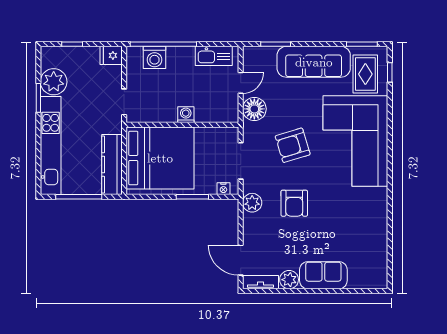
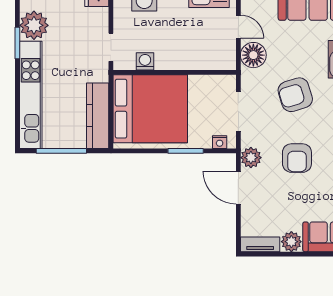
door: (241, 83) -> (238, 27), hinge flipped
washing machine: (186, 115) -> (145, 61), moved
door: (241, 260) -> (238, 188), moved

